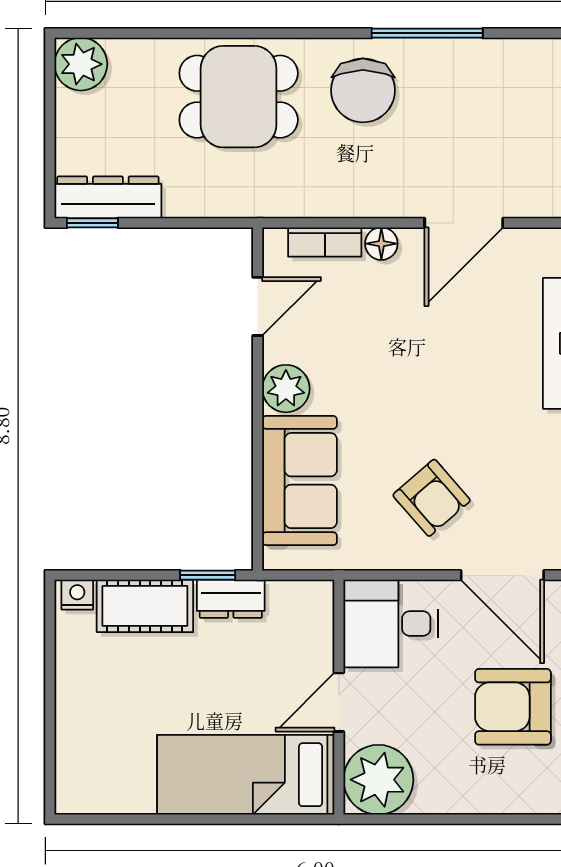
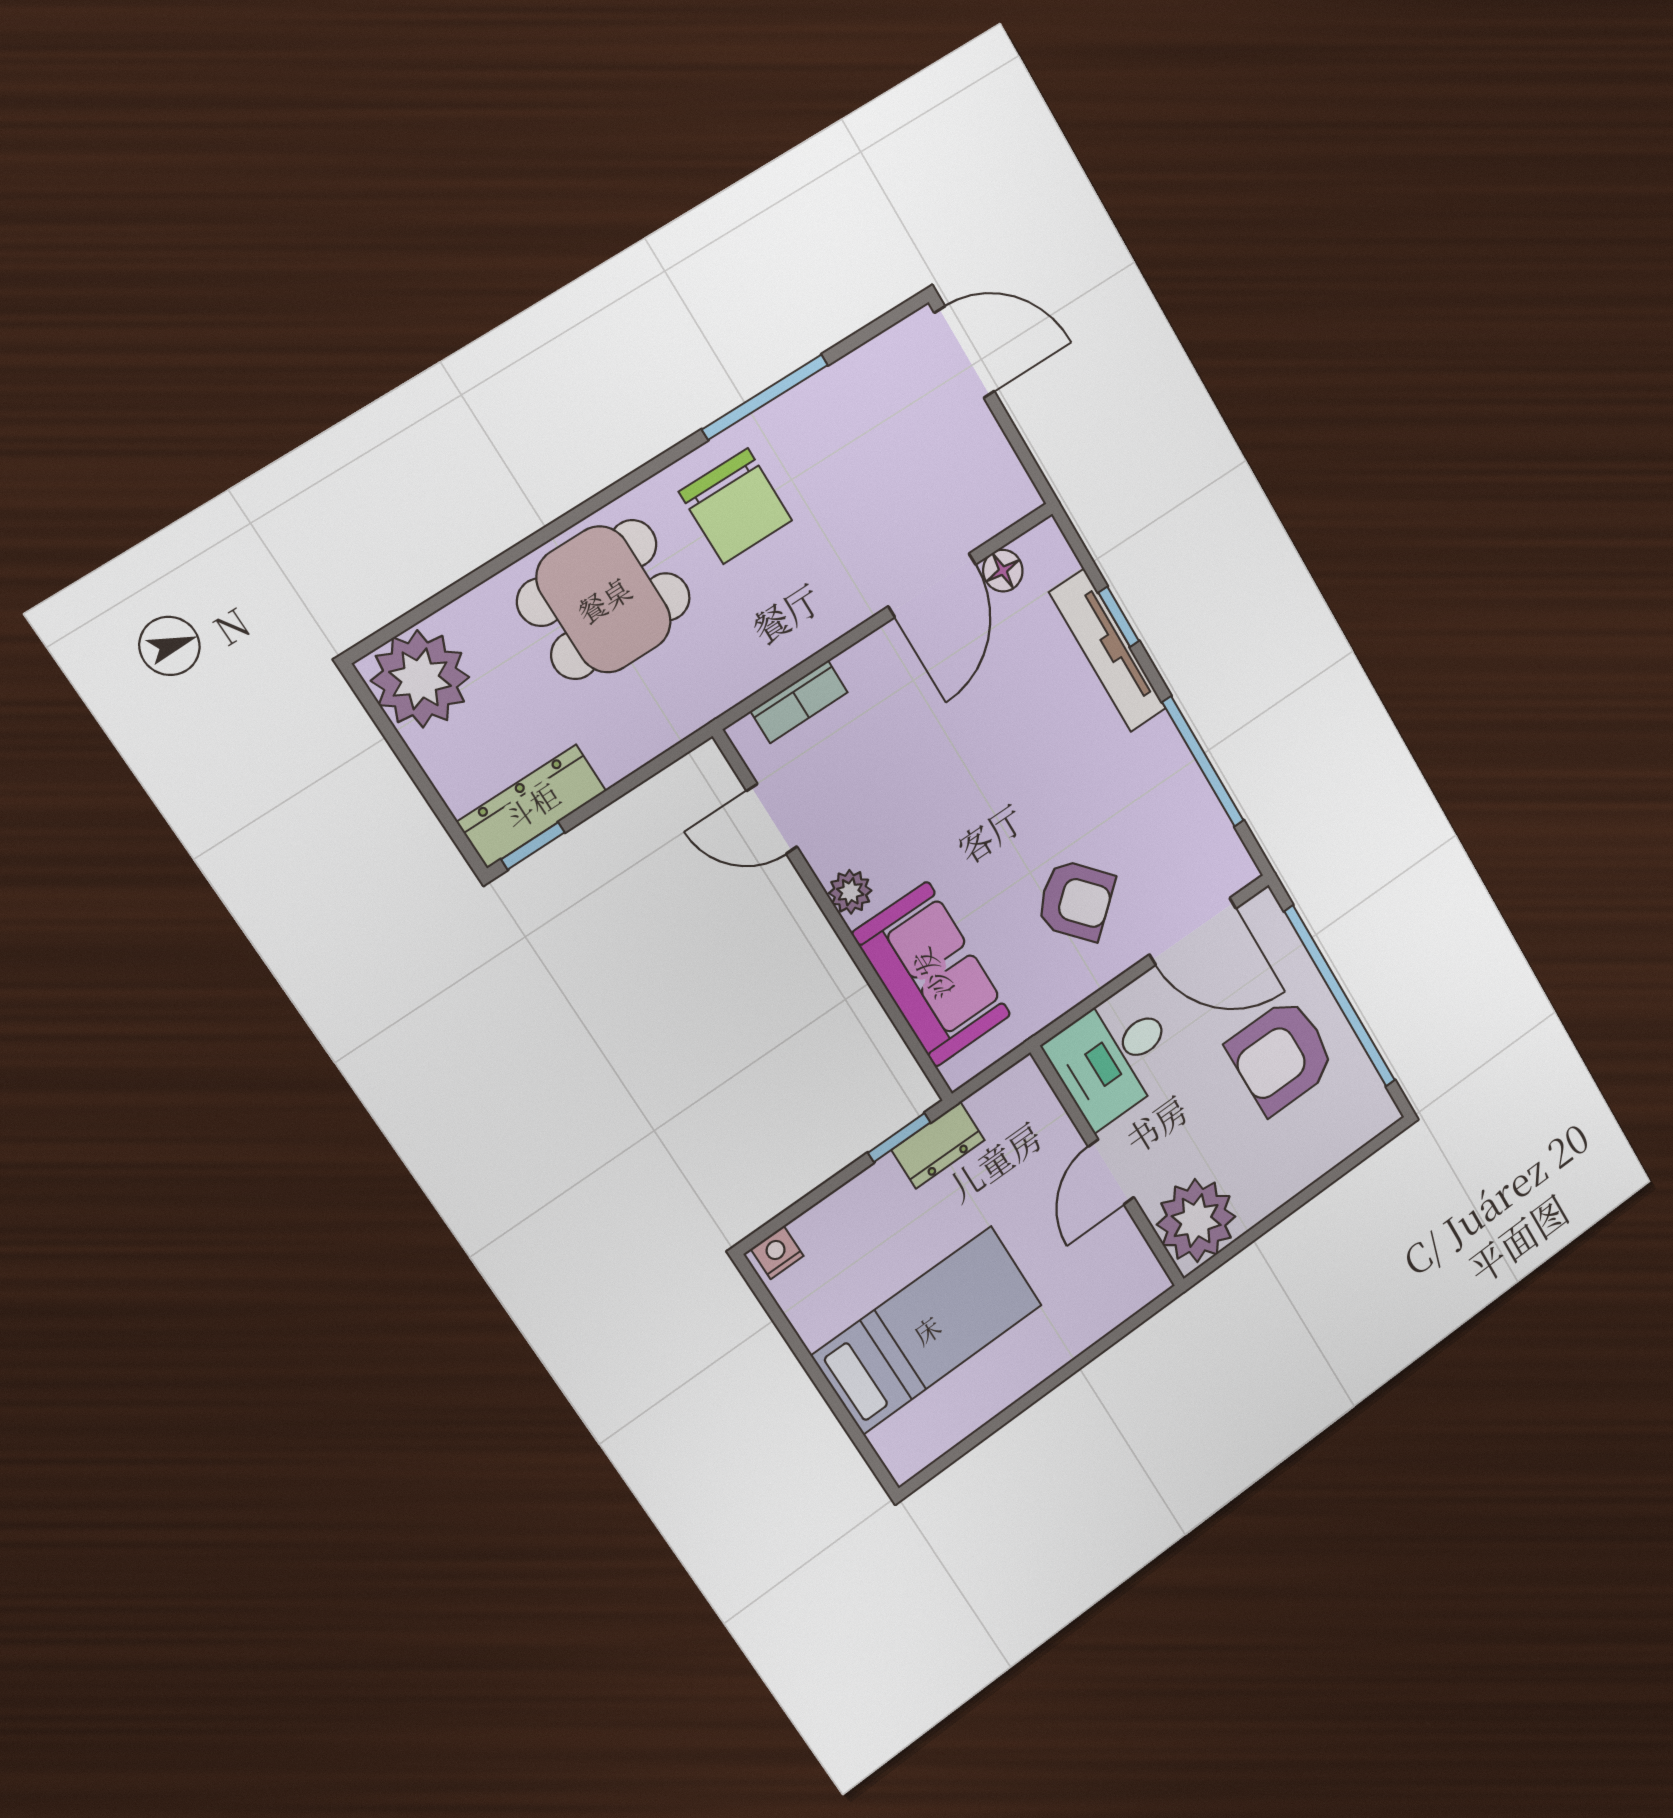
plant: (81, 64) -> (420, 679), width x1.36, depth x1.36
floor lamp: (381, 244) -> (1003, 571), moved
door: (258, 306) -> (772, 819), swing flipped
plant: (286, 389) -> (850, 892), width x0.73, depth x0.73
cot: (145, 606) -> (855, 1214), removed
bed: (246, 775) -> (927, 1330), moved, turned 180

